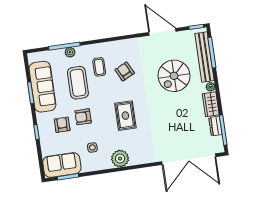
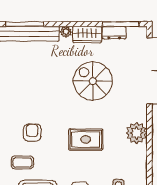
armchair: (125, 71) -> (32, 133), turned 116
spiral stairs: (174, 76) -> (93, 81), moved, turned 180
plant: (120, 159) -> (137, 133), moved

